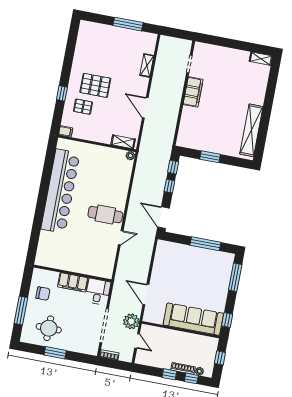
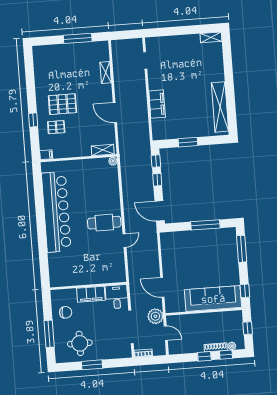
filing cabinet: (193, 92) -> (157, 104), moved

